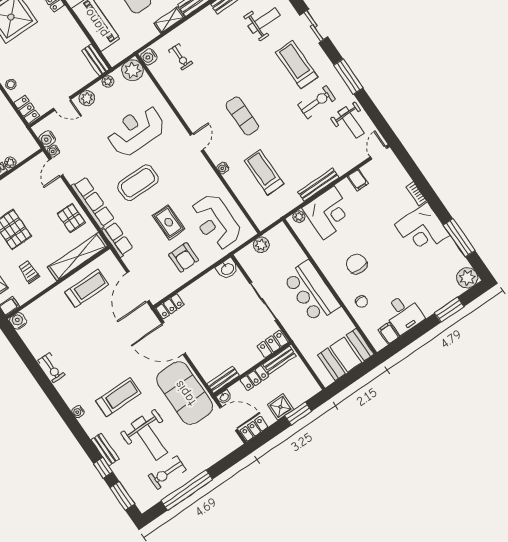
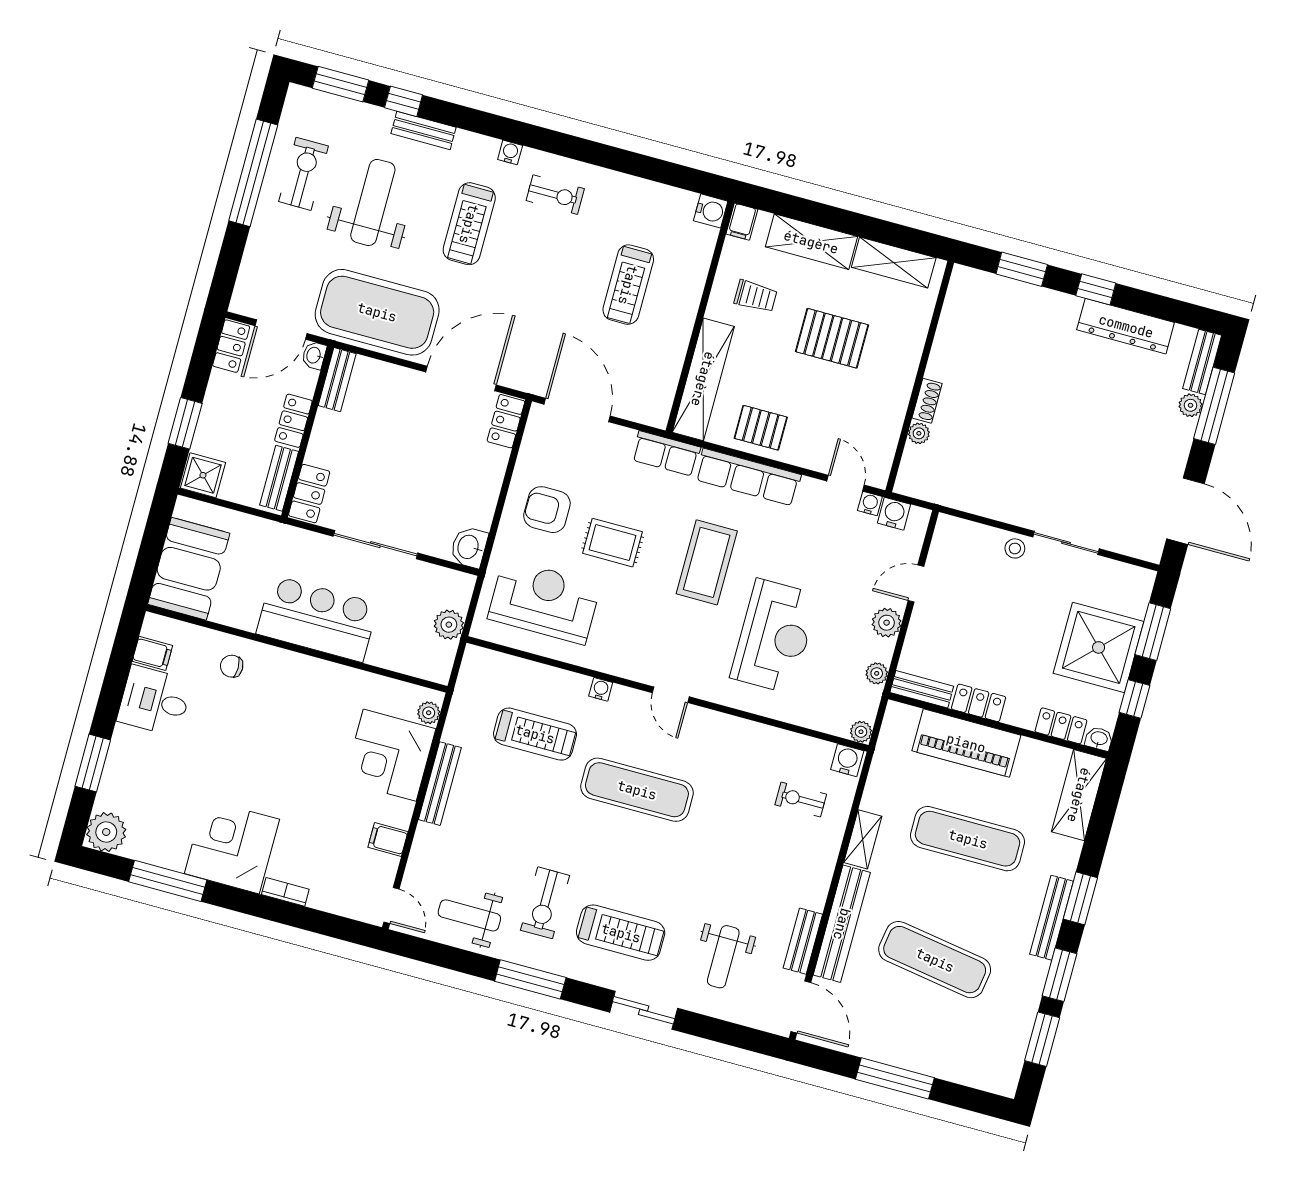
plant: (132, 70) -> (861, 732), width x0.53, depth x0.53
locker: (27, 109) -> (979, 703), moved, turned 180
exercise mat: (242, 116) -> (637, 790), width x1.36, depth x1.45
chair: (357, 264) -> (285, 715), removed
treadmill: (87, 288) -> (628, 285), moved
exercise bike: (52, 368) -> (555, 195), moved, turned 180
shower: (280, 407) -> (203, 475), moved
weight bench: (149, 438) -> (373, 202), turned 90

